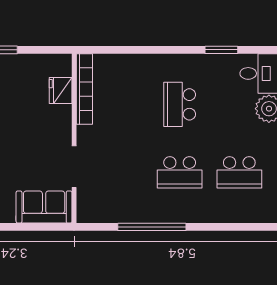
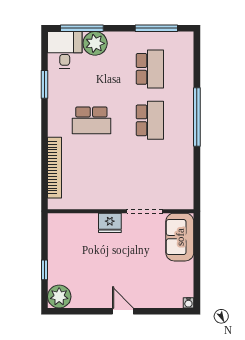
bookcase: (84, 89) -> (55, 168), moved, turned 90
fridge: (61, 90) -> (110, 223), moved
window: (152, 227) -> (197, 117), moved

